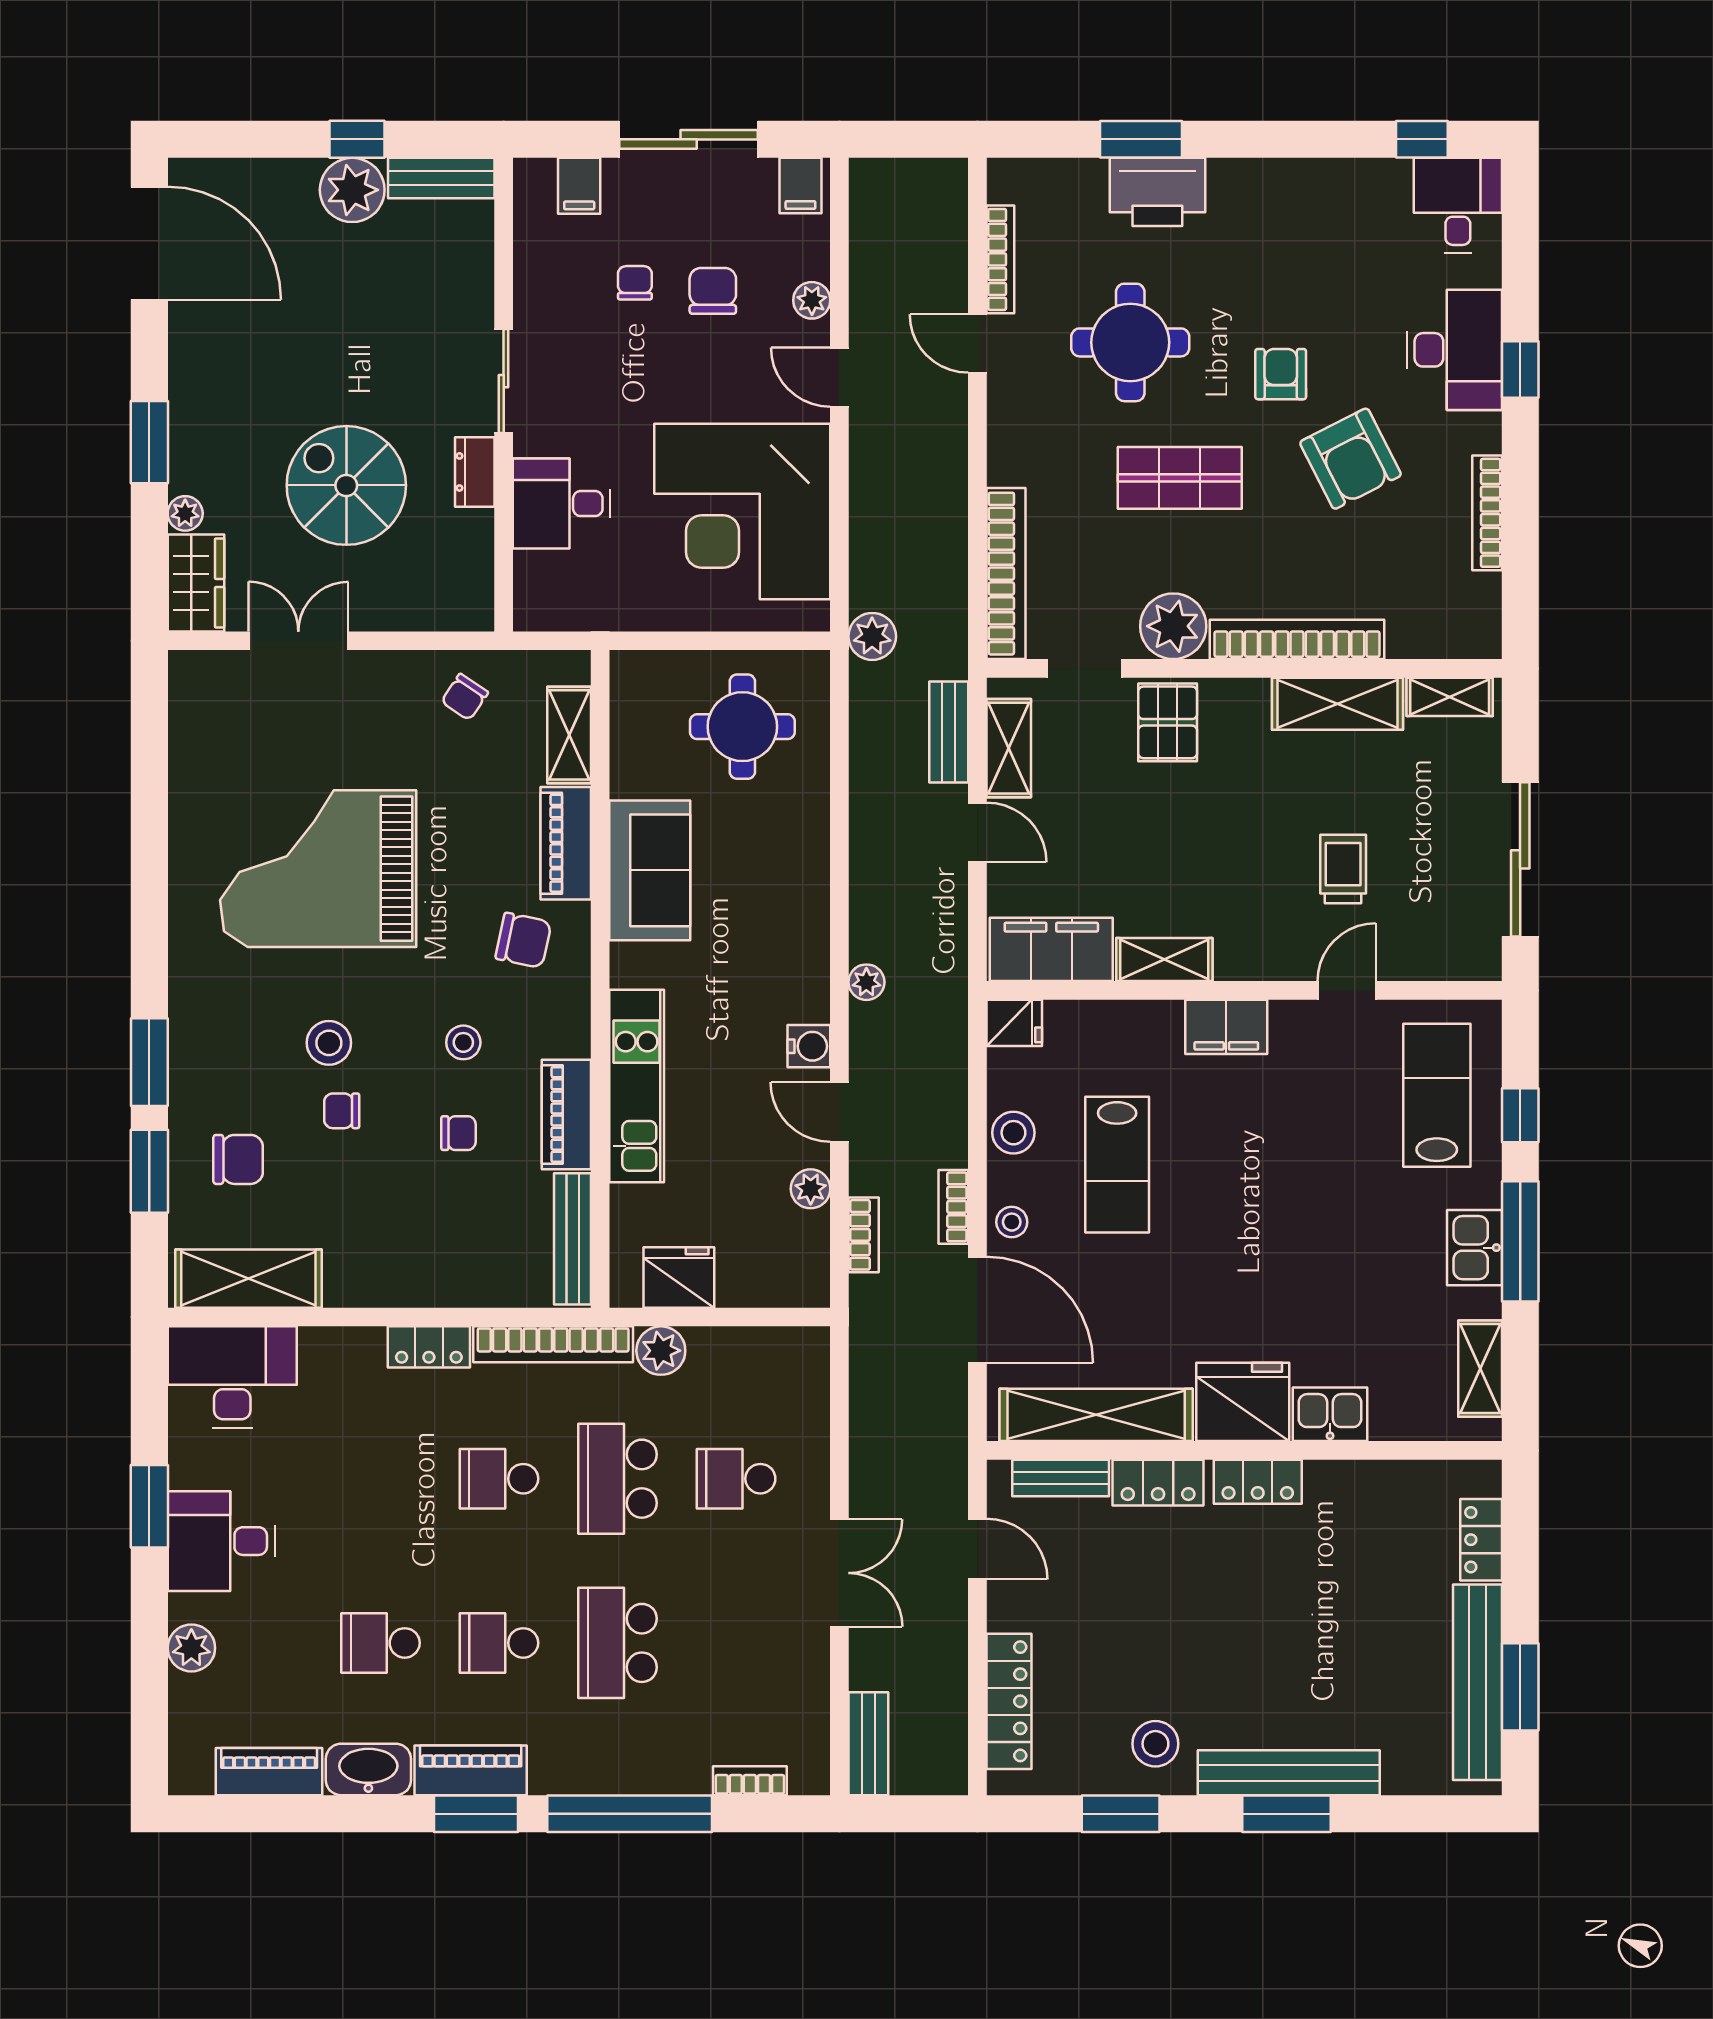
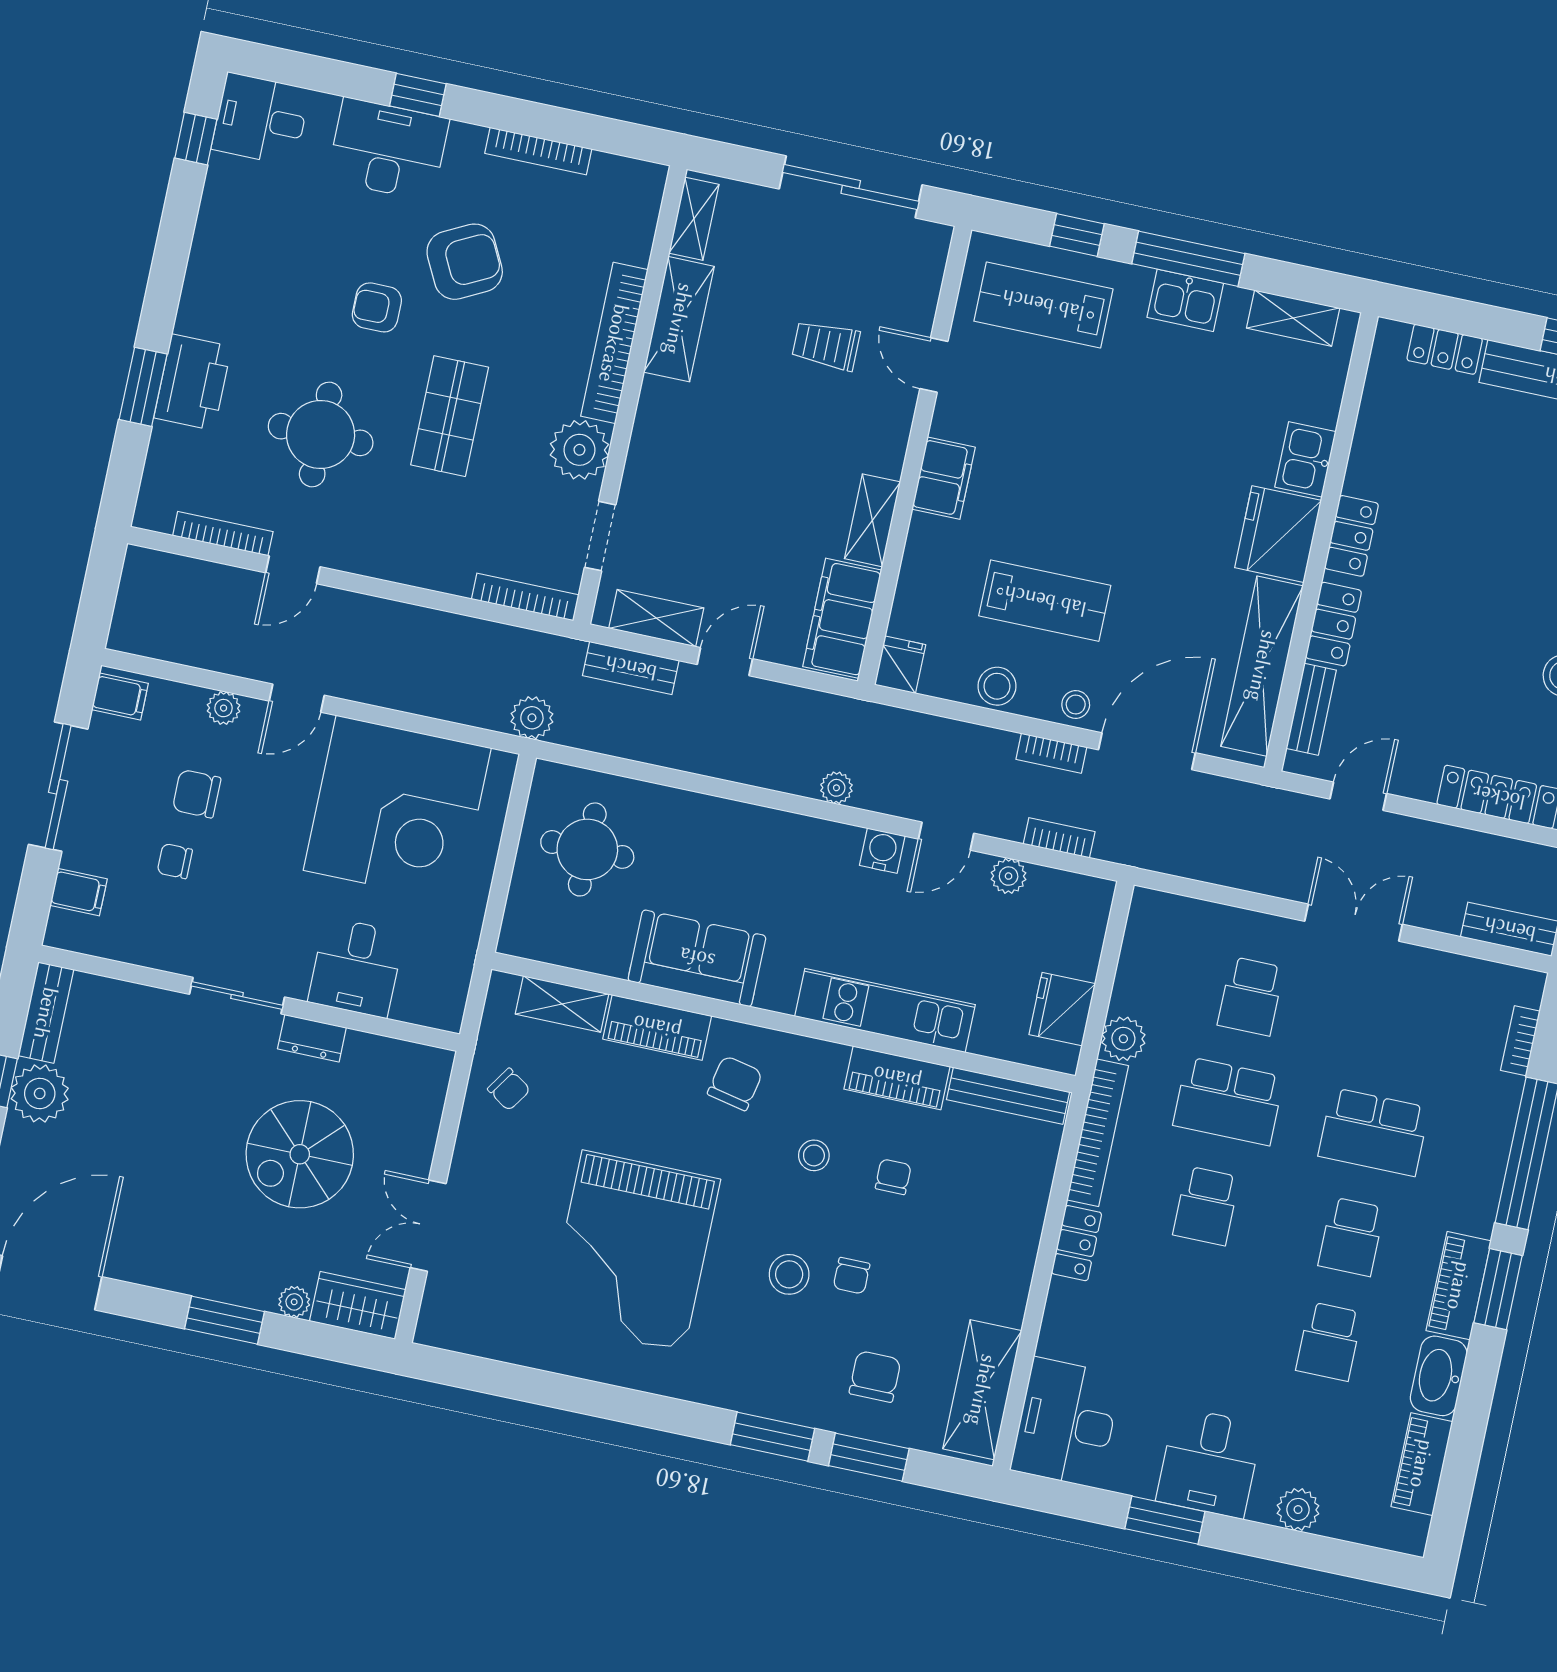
bookcase: (1006, 574) -> (525, 597), width x0.68, depth x0.76
pallet: (1168, 722) -> (663, 473), removed

